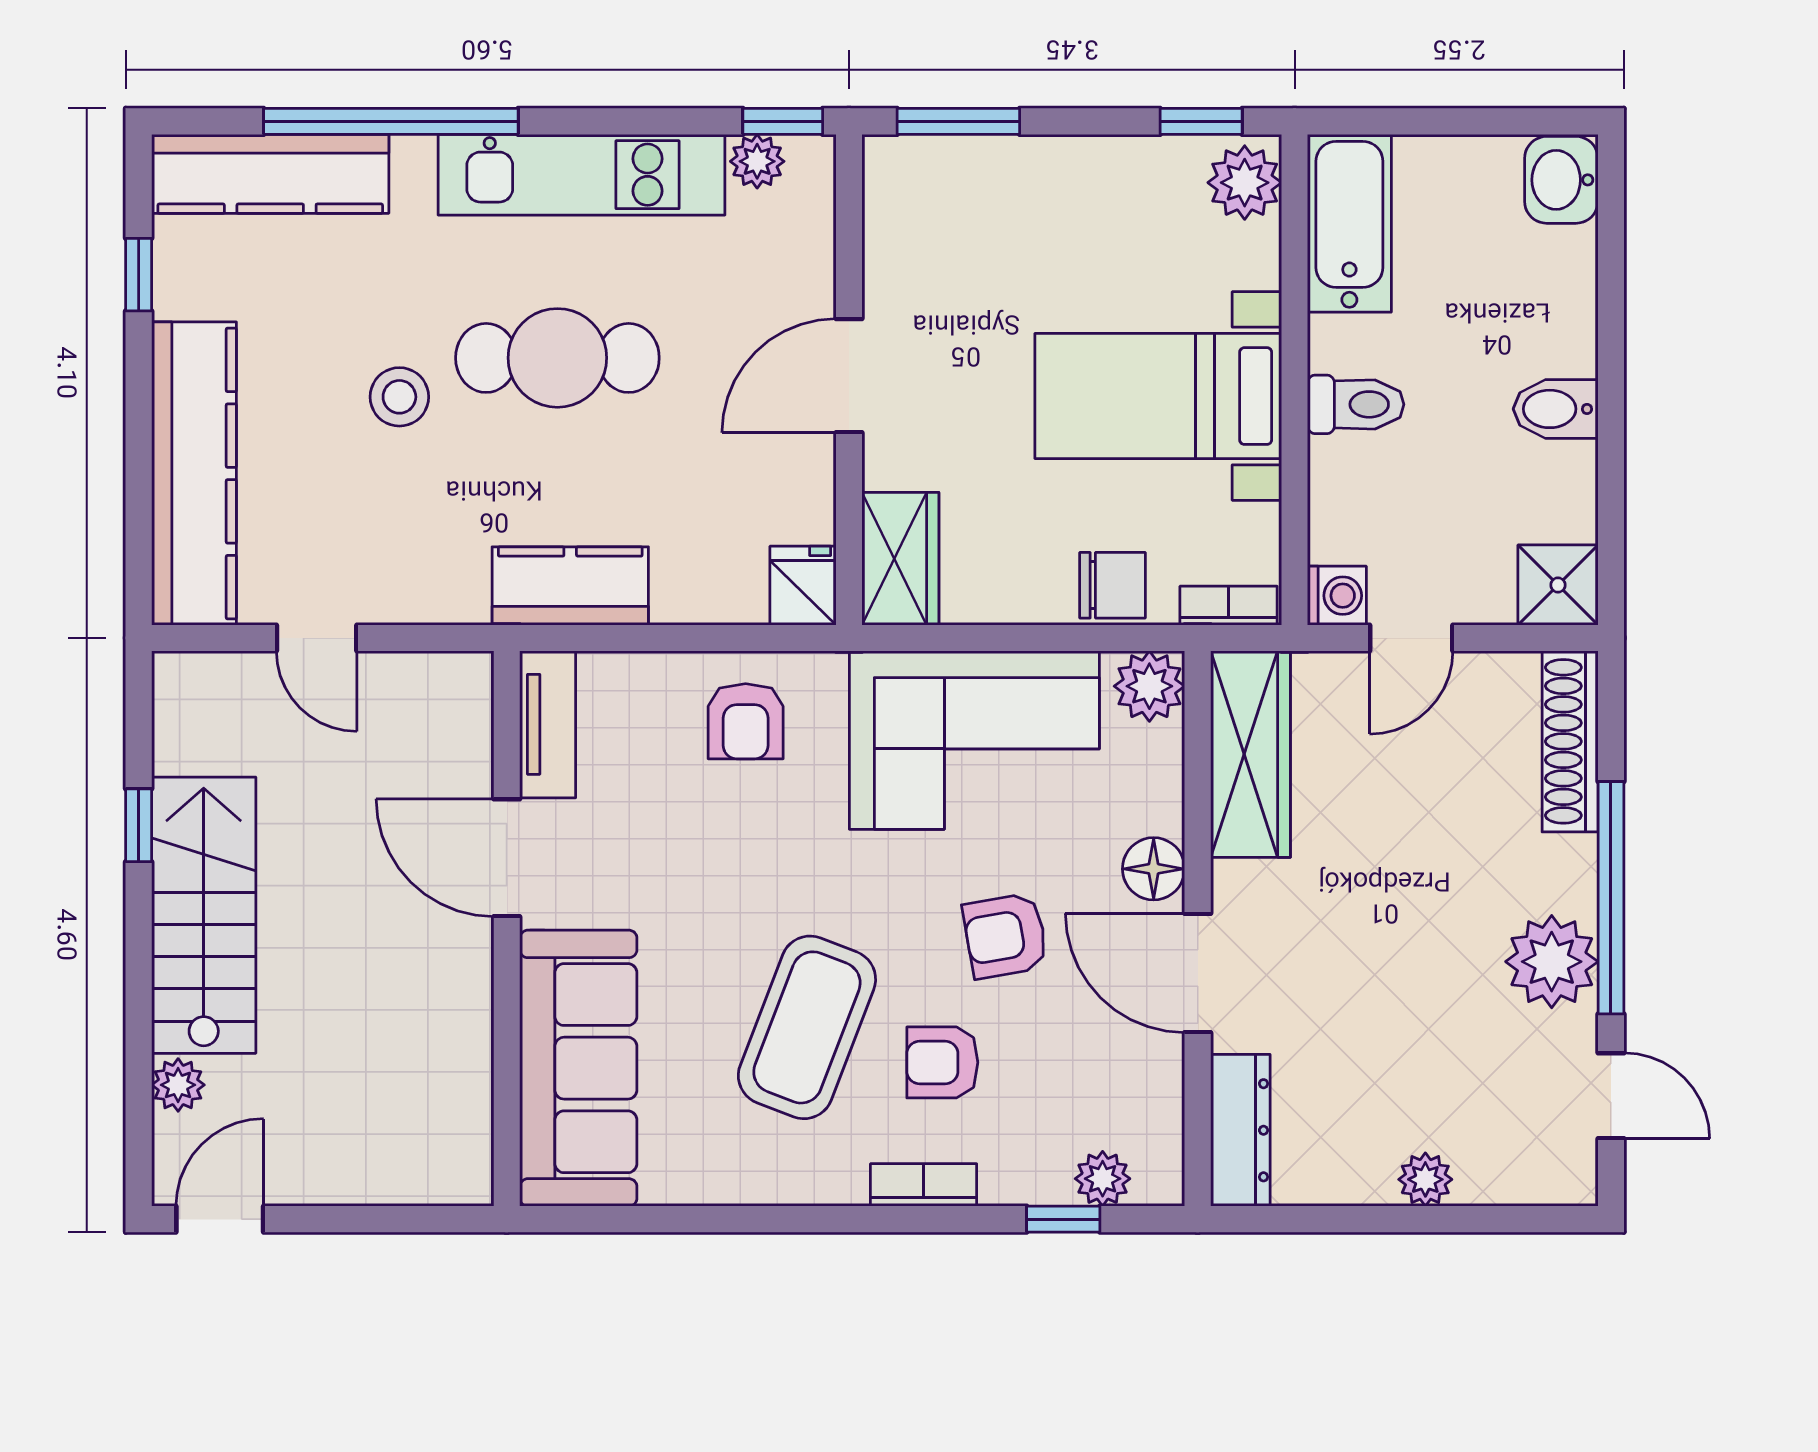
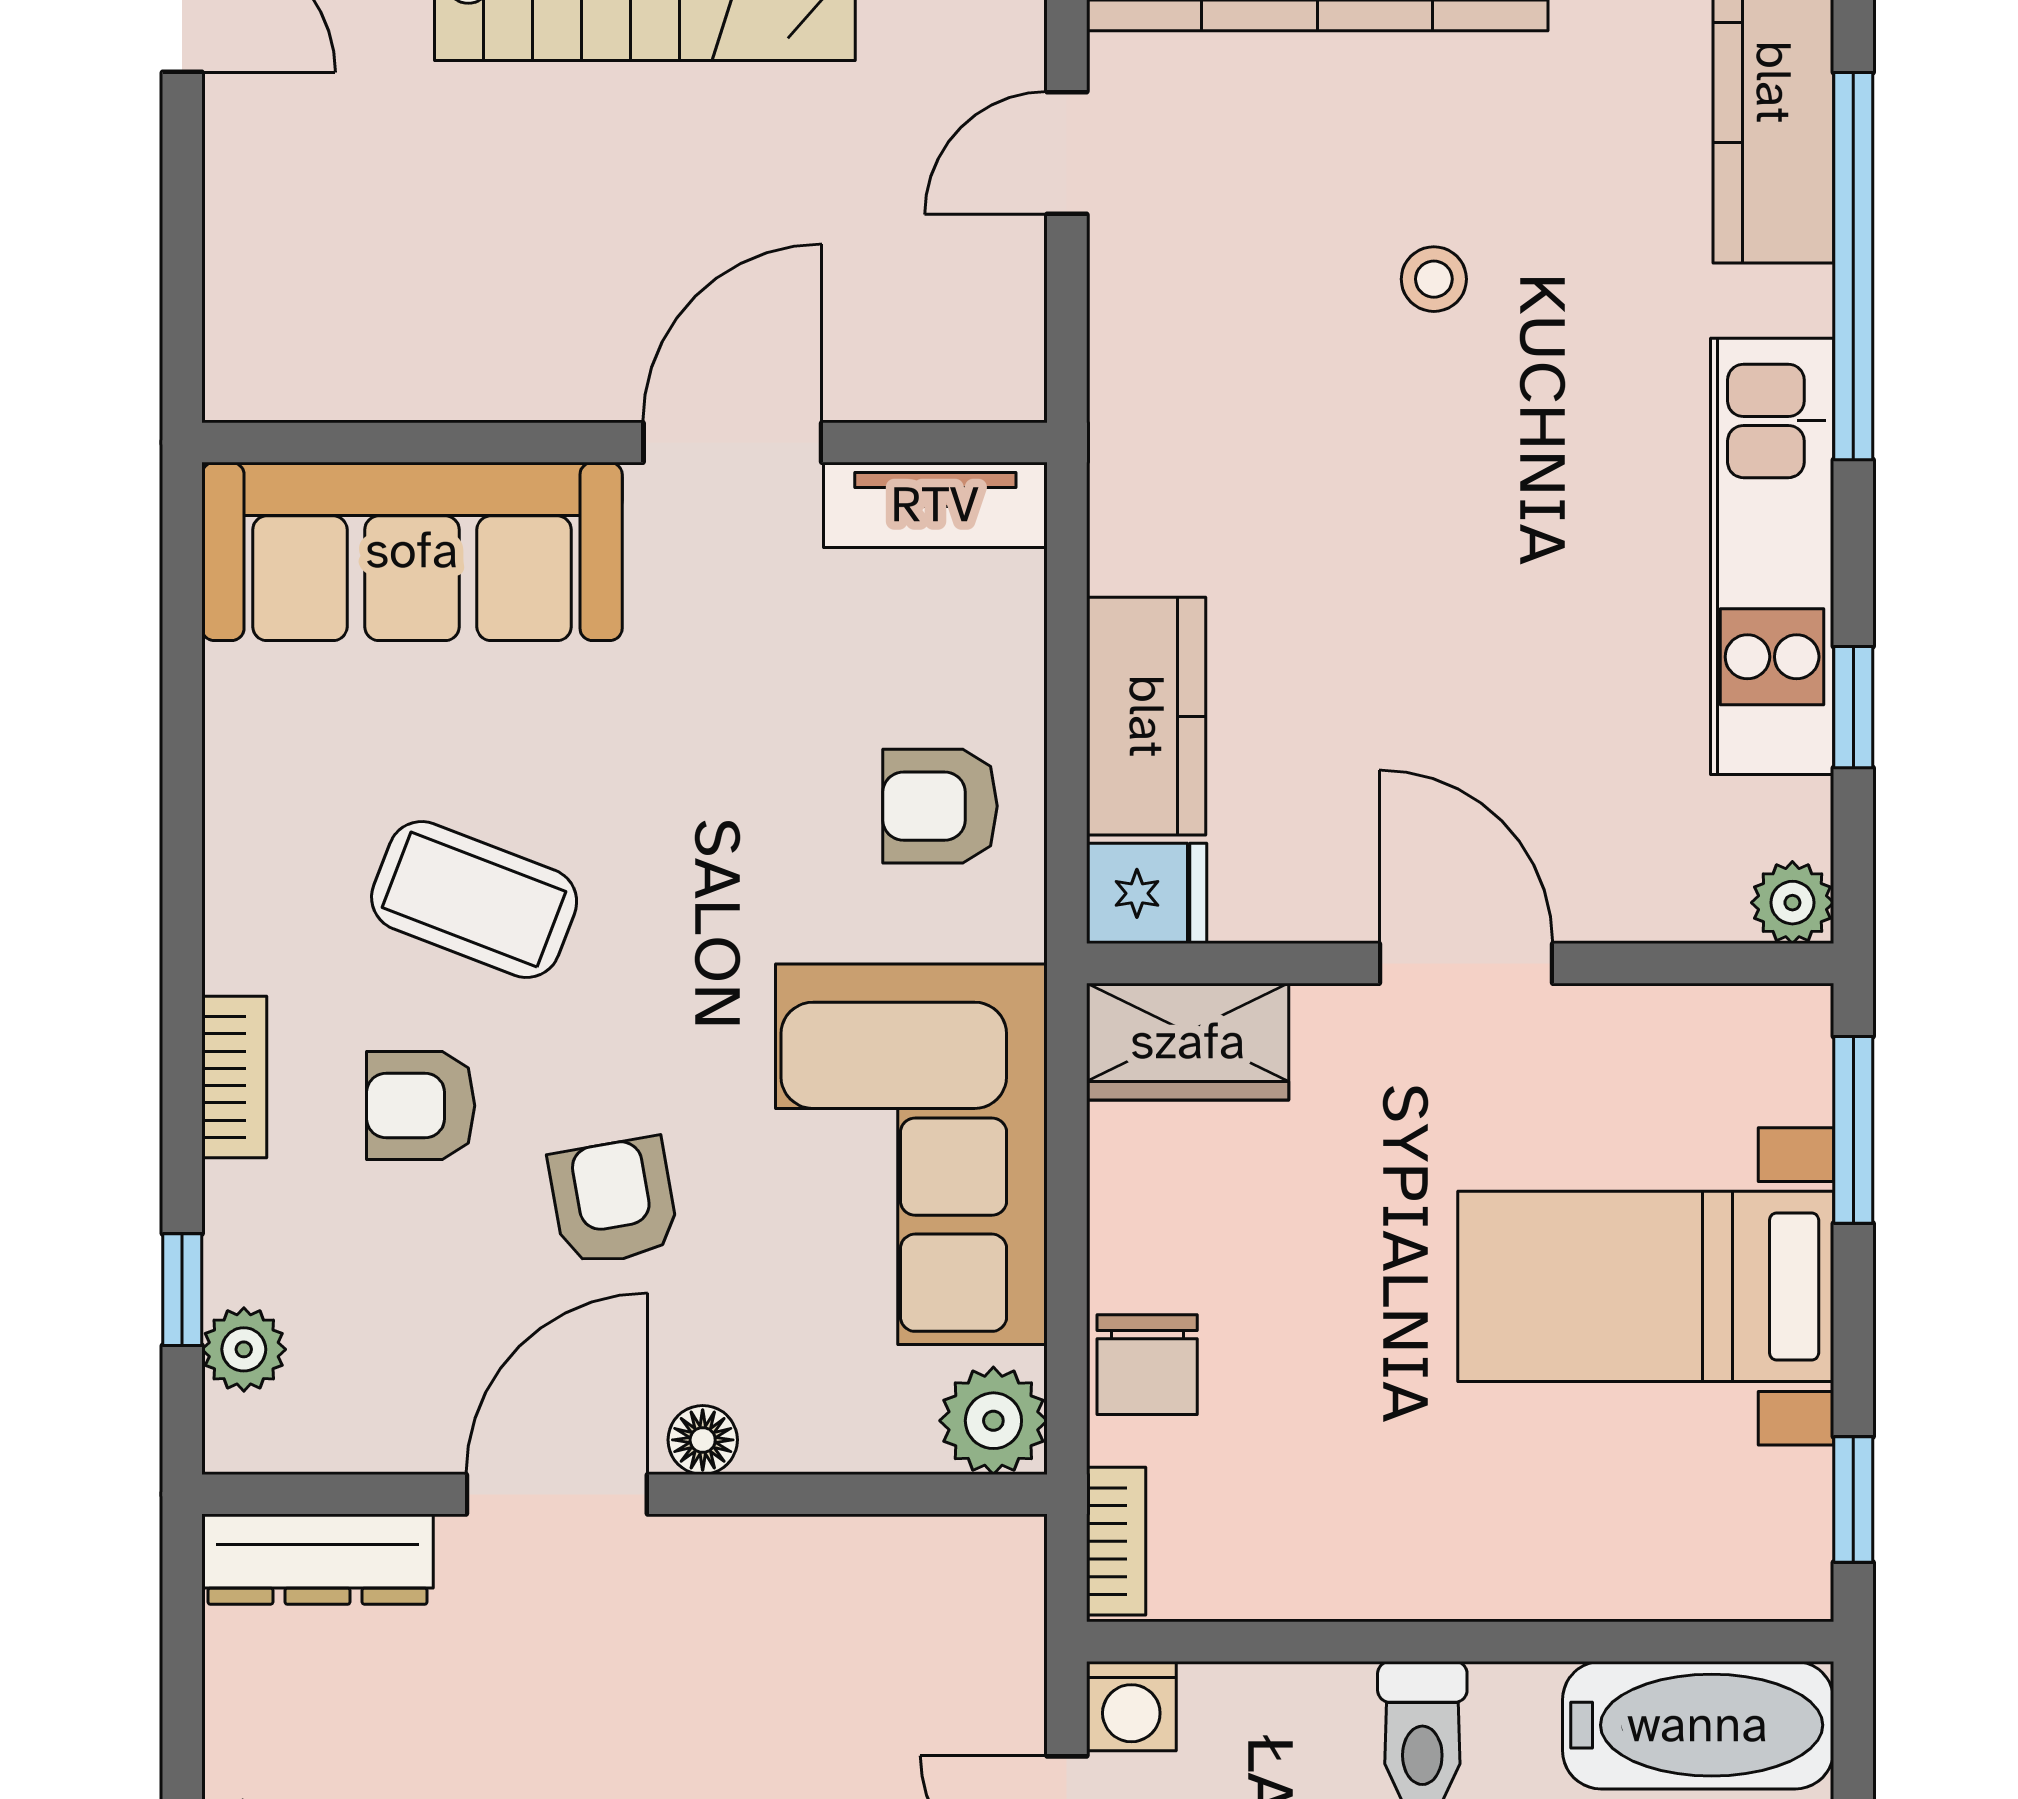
window: (783, 121) -> (1853, 707), moved
plant: (757, 161) -> (1792, 903), moved
plant: (1245, 183) -> (1760, 1566), removed
cafe table: (557, 358) -> (1493, 520), removed
bed with nightstands: (1158, 396) -> (1646, 1286), moved, turned -90
stool: (399, 397) -> (1434, 279), width x0.73, depth x0.73
kitchen counter: (570, 586) -> (1146, 716), moved
wardrobe: (1250, 754) -> (890, 1575), removed
floor lamp: (1154, 869) -> (703, 1440), width x0.73, depth x0.73
coffee table: (807, 1027) -> (474, 899), width x0.73, depth x0.76
armchair: (942, 1062) -> (421, 1106), turned -90

